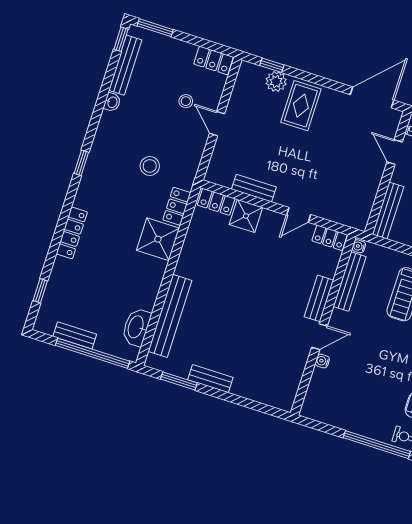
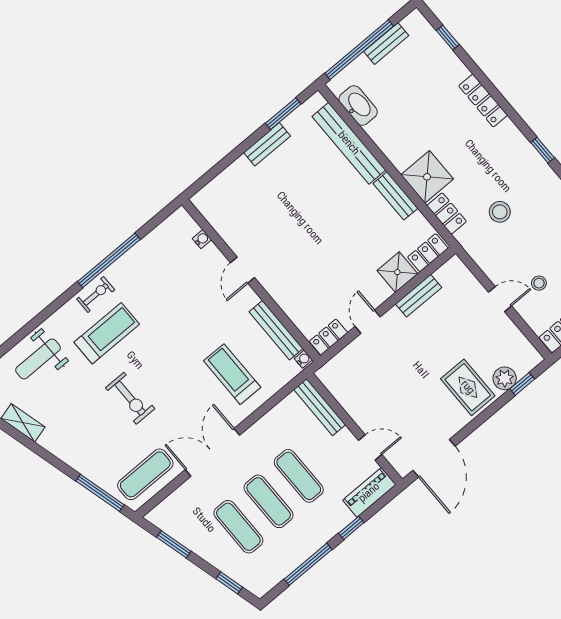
bench: (319, 298) -> (395, 196), moved
water cooler: (322, 361) -> (202, 239), moved

